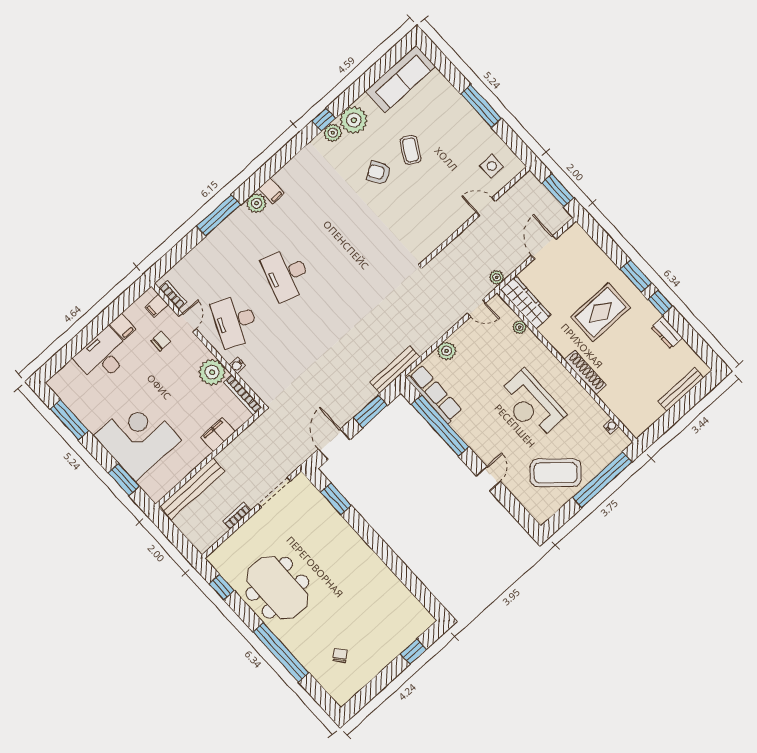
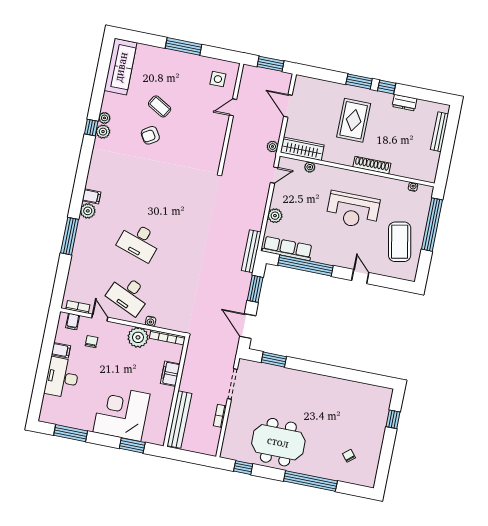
plant: (354, 120) -> (104, 118), width x0.53, depth x0.53
coffee table: (556, 473) -> (400, 242), turned -53

